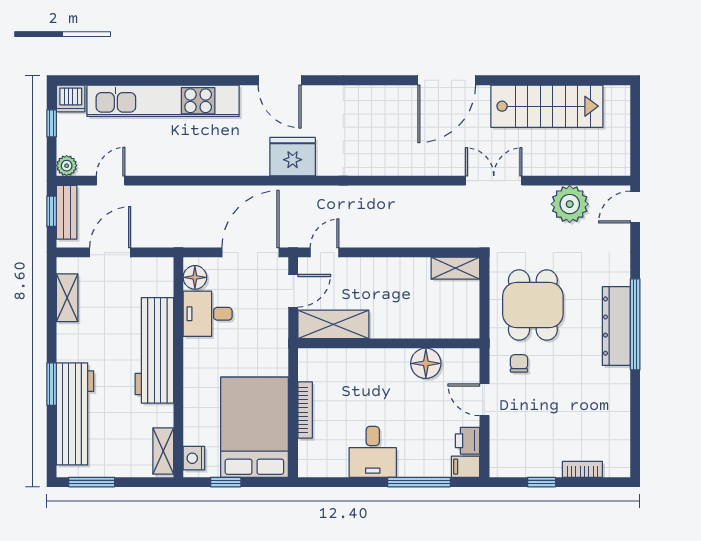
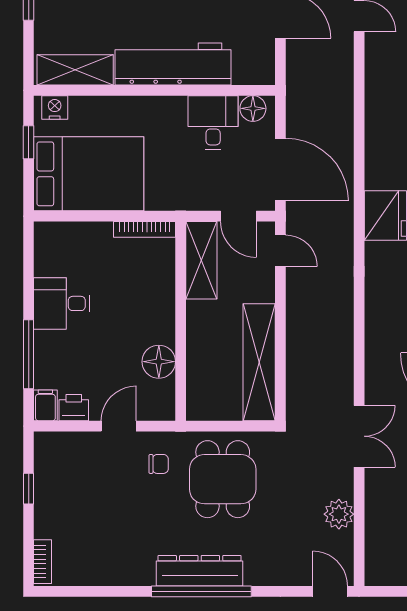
plant: (570, 204) -> (339, 514), width x0.73, depth x0.73
shelving: (455, 268) -> (259, 362), width x2.20, depth x1.33
dining table: (533, 305) -> (223, 479), turned 90
bookcase: (305, 410) -> (145, 229), moved
shelving: (163, 451) -> (75, 70), width x1.50, depth x1.33
bookcase: (582, 469) -> (43, 562), moved

